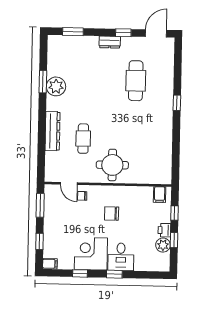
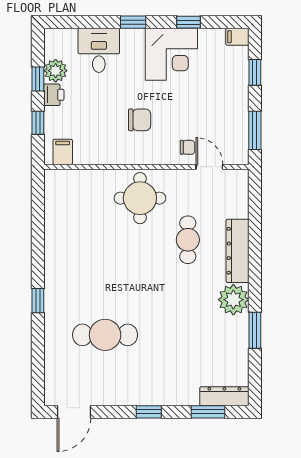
window: (123, 33) -> (149, 412), moved
dresser: (110, 42) -> (224, 396), moved, width x1.44
cafe table: (136, 81) -> (105, 335), turned 90
plant: (56, 86) -> (233, 300), moved
desk: (121, 257) -> (99, 50), moved

